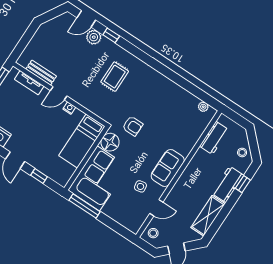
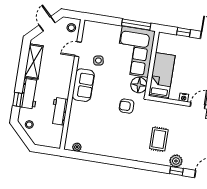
plant: (94, 37) -> (176, 161), moved
workbench: (214, 138) -> (59, 111), moved

